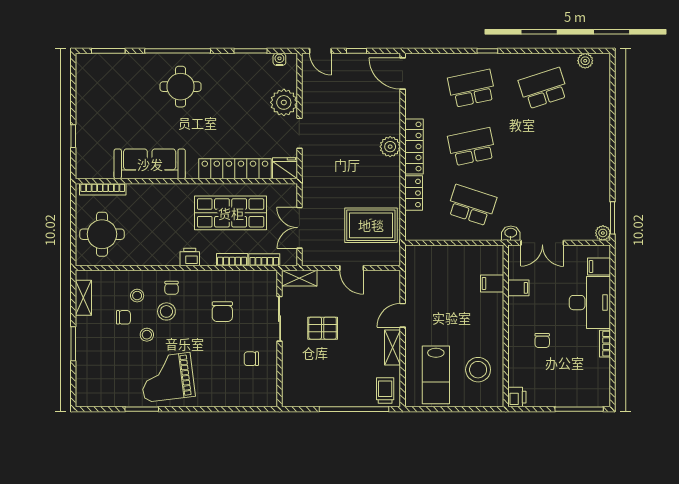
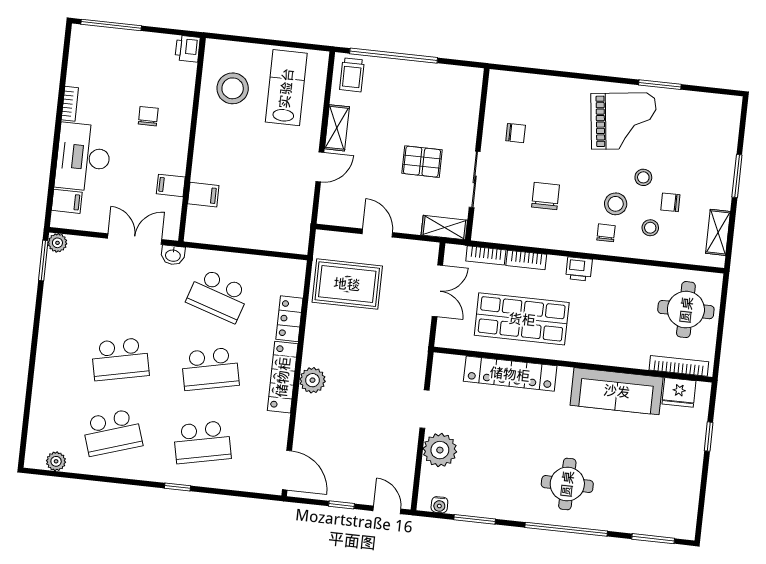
school desk: (543, 147) -> (120, 359), added
fridge: (285, 168) -> (679, 392), moved

